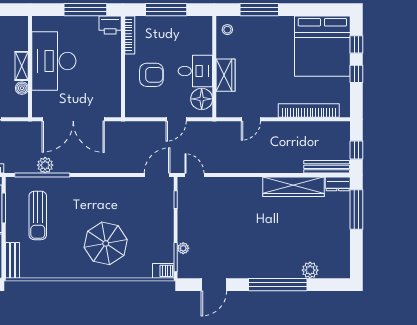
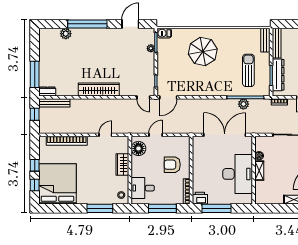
desk: (195, 71) -> (143, 188), moved
wardrobe: (293, 187) -> (99, 90), moved

